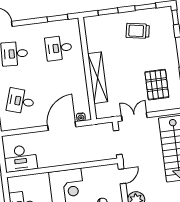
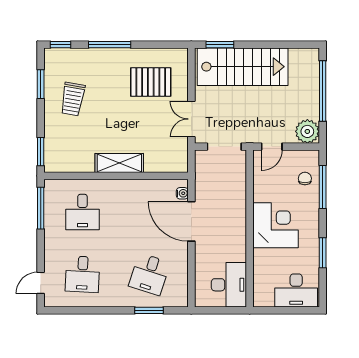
window: (108, 12) -> (41, 152), moved
window: (57, 18) -> (41, 208), width x1.44
shelving: (98, 78) -> (119, 163), width x0.68
door: (122, 176) -> (272, 147), swing flipped

